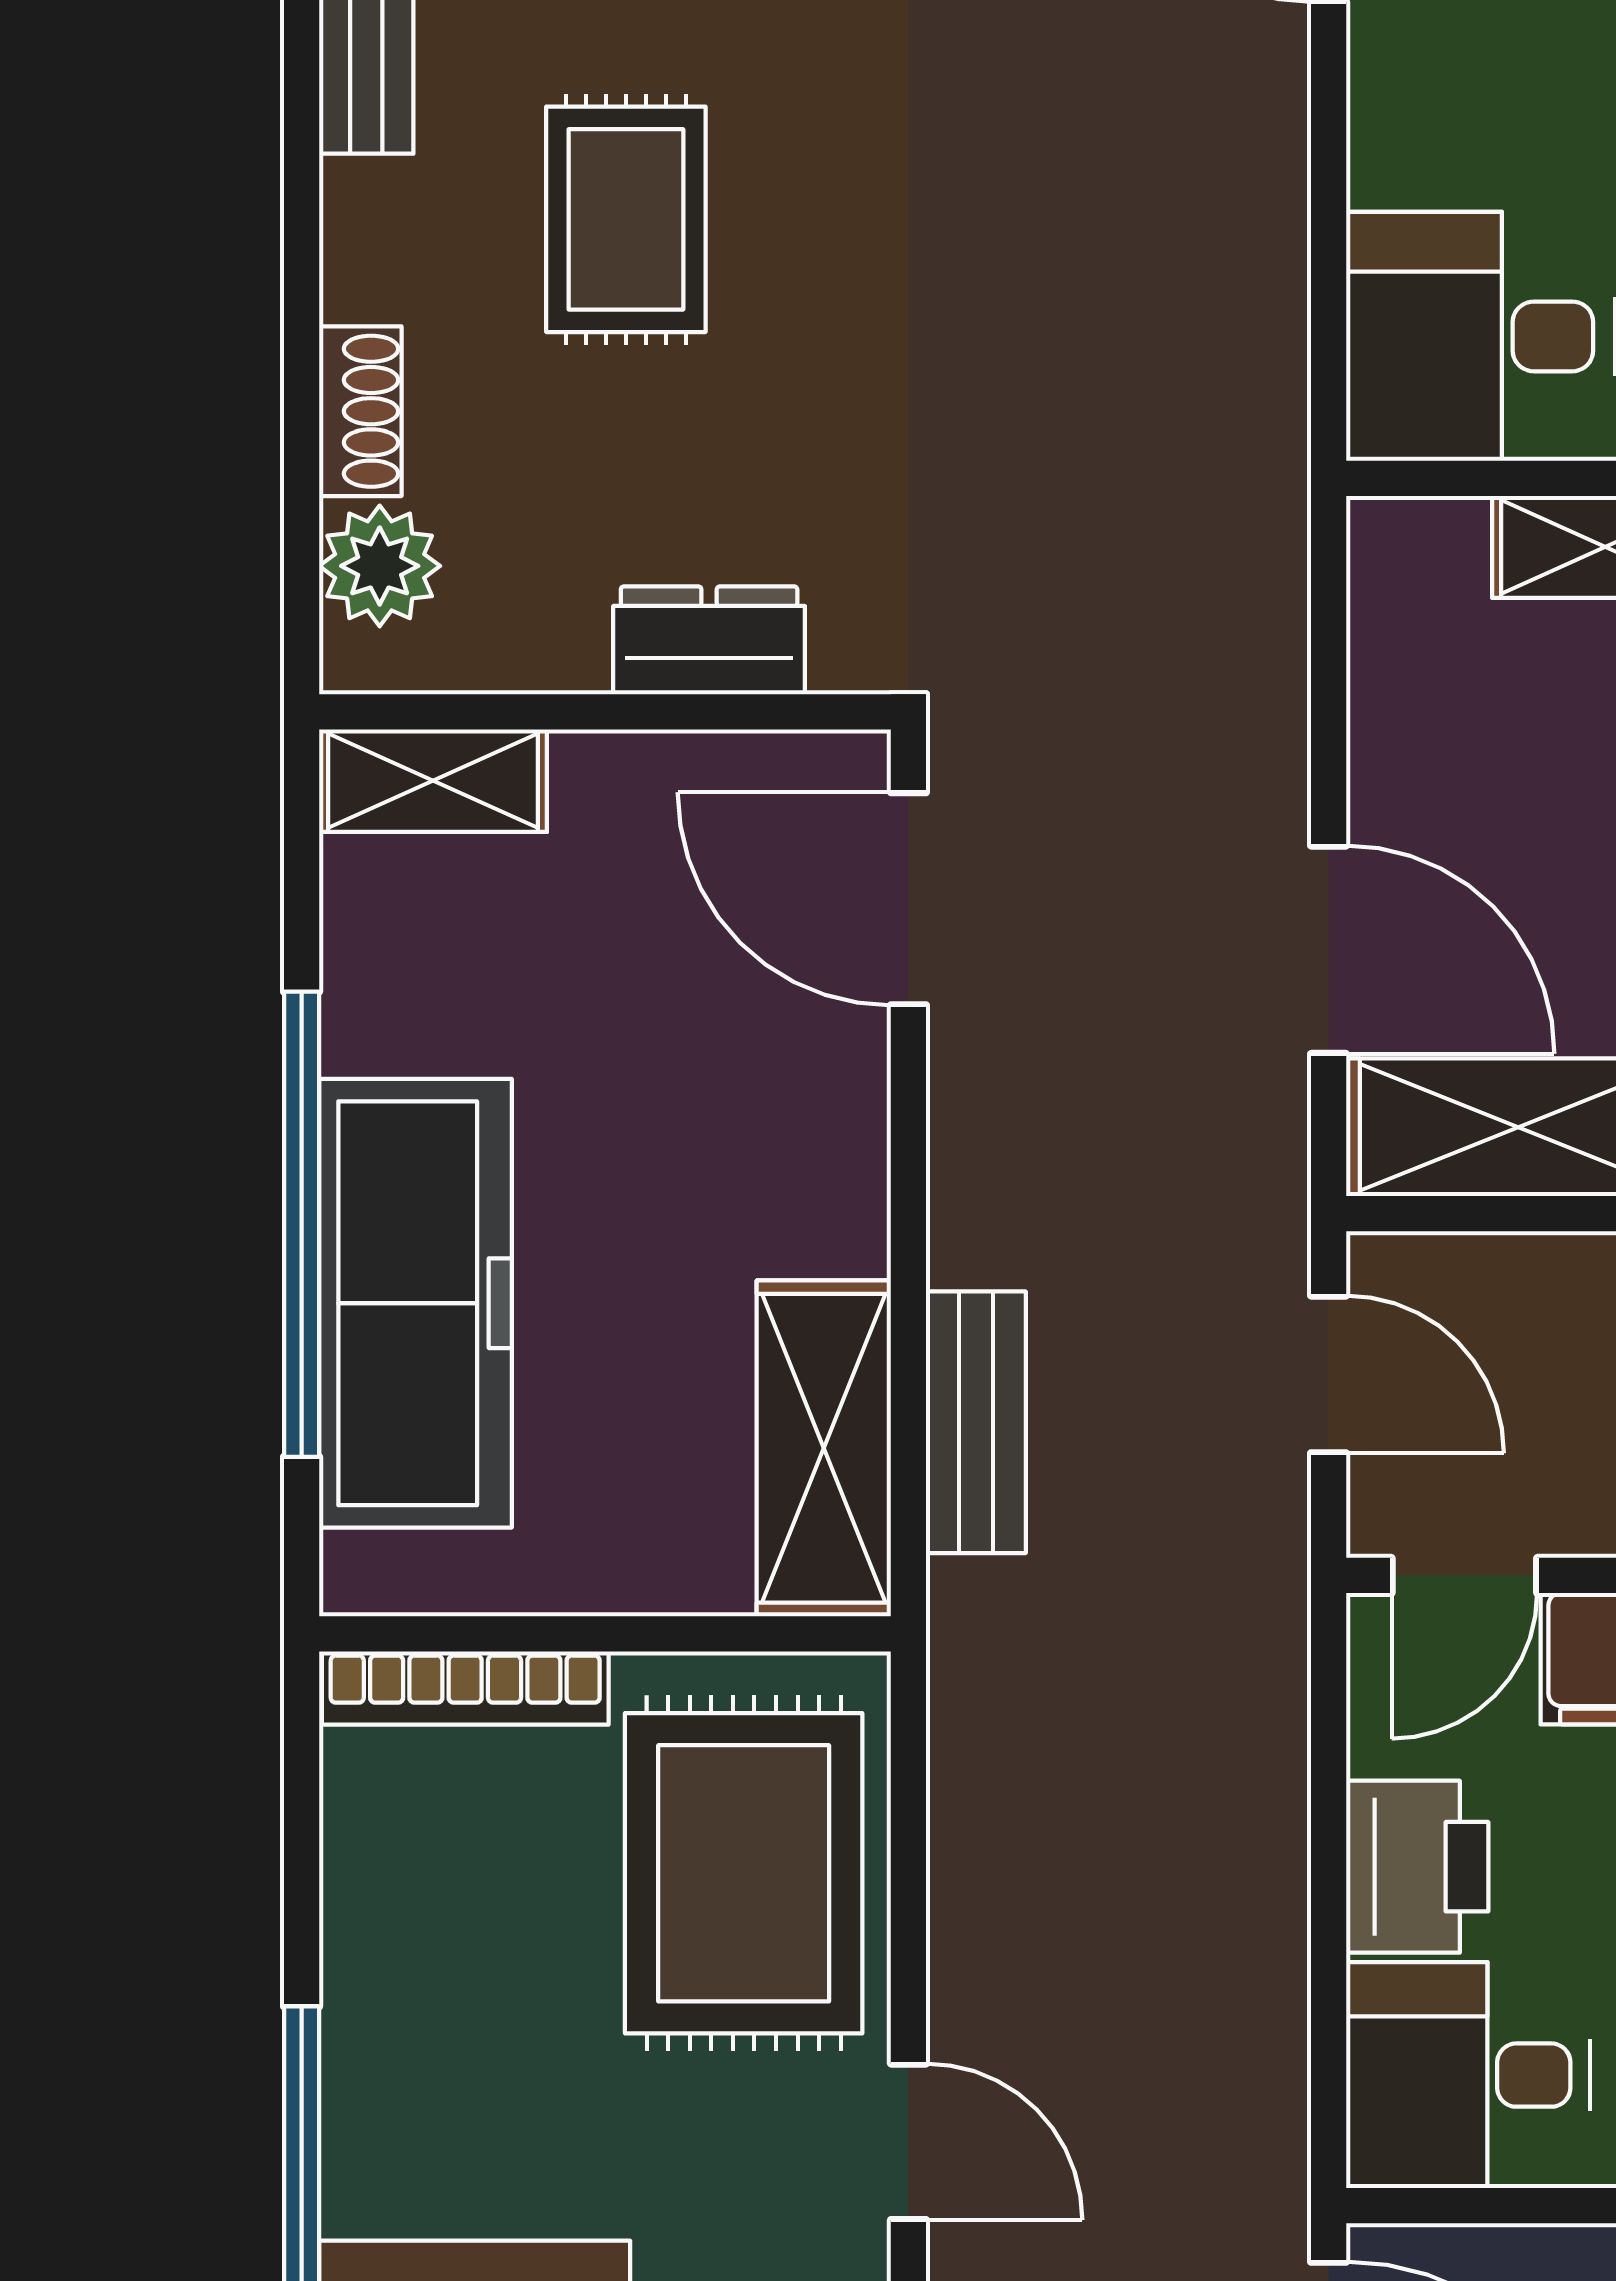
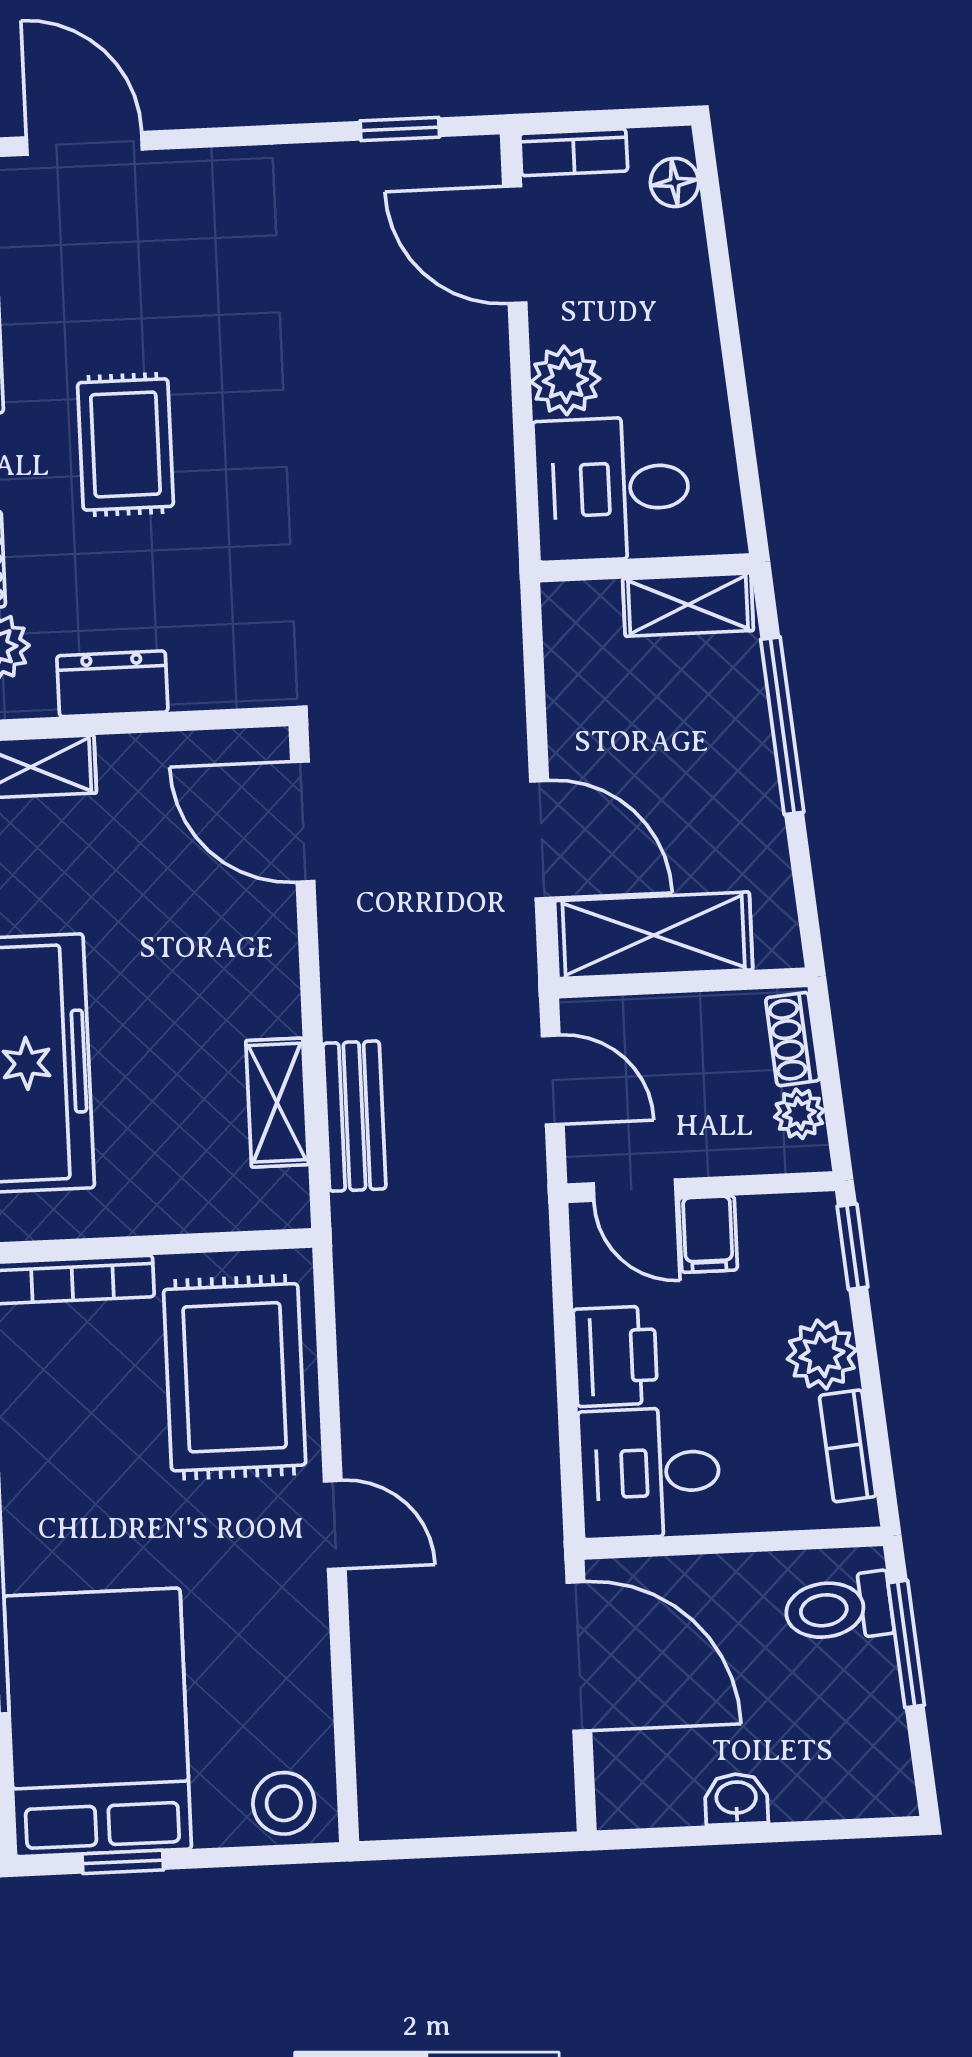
plant: (1407, 142) -> (565, 380), added
dresser: (709, 640) -> (112, 684), moved
shelving: (824, 1448) -> (277, 1103), width x0.67, depth x0.75
door: (1464, 1575) -> (635, 1190), hinge flipped

